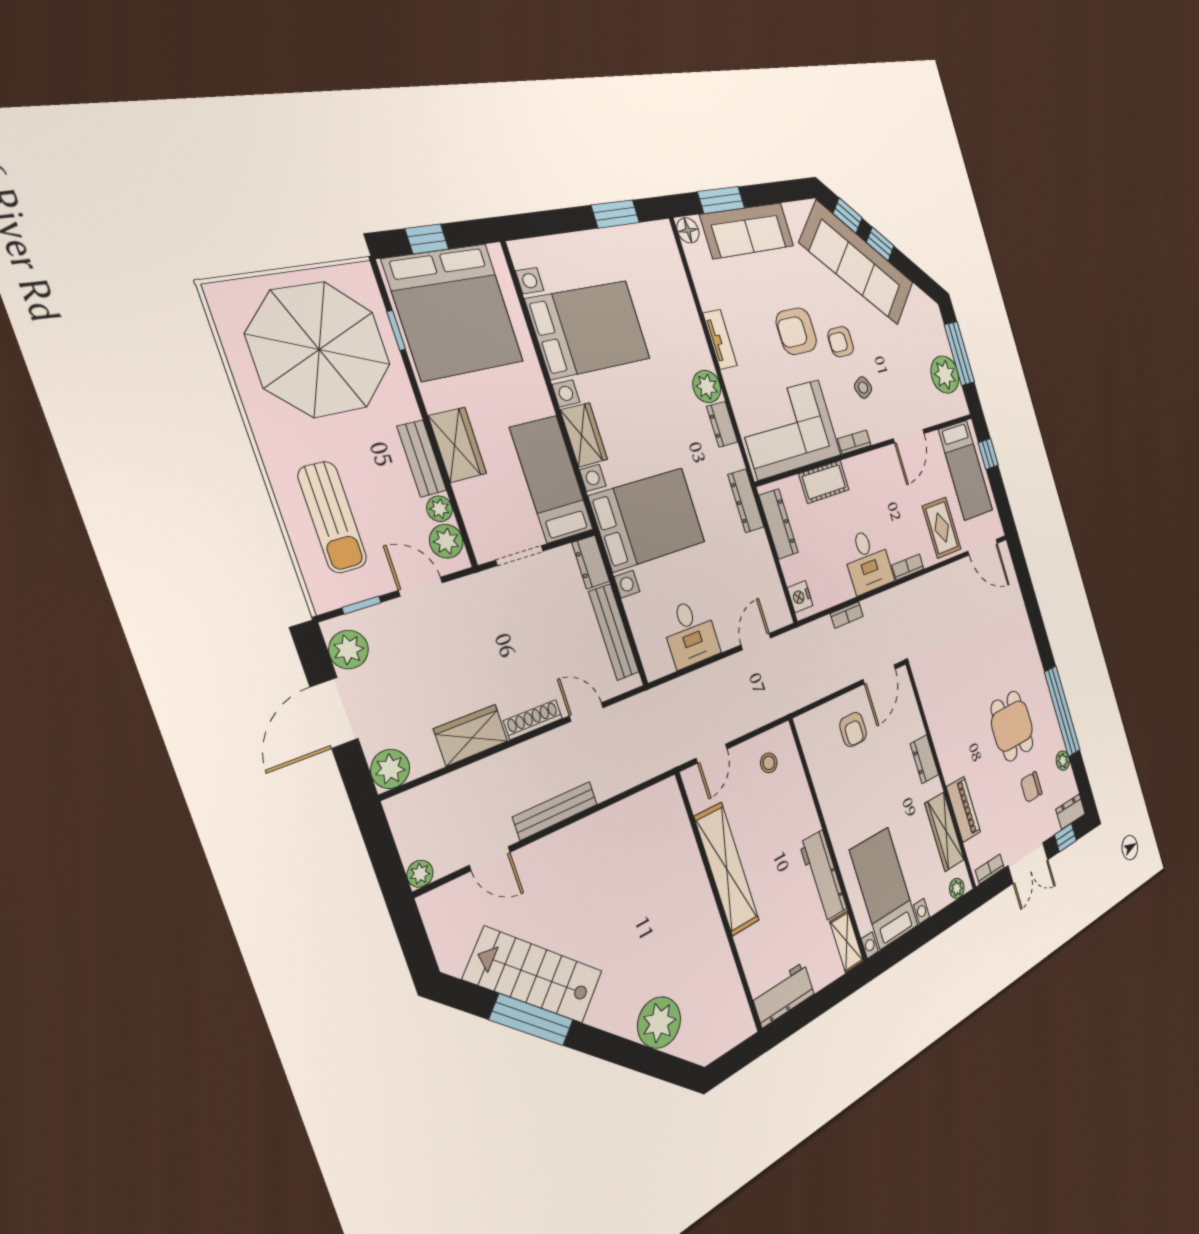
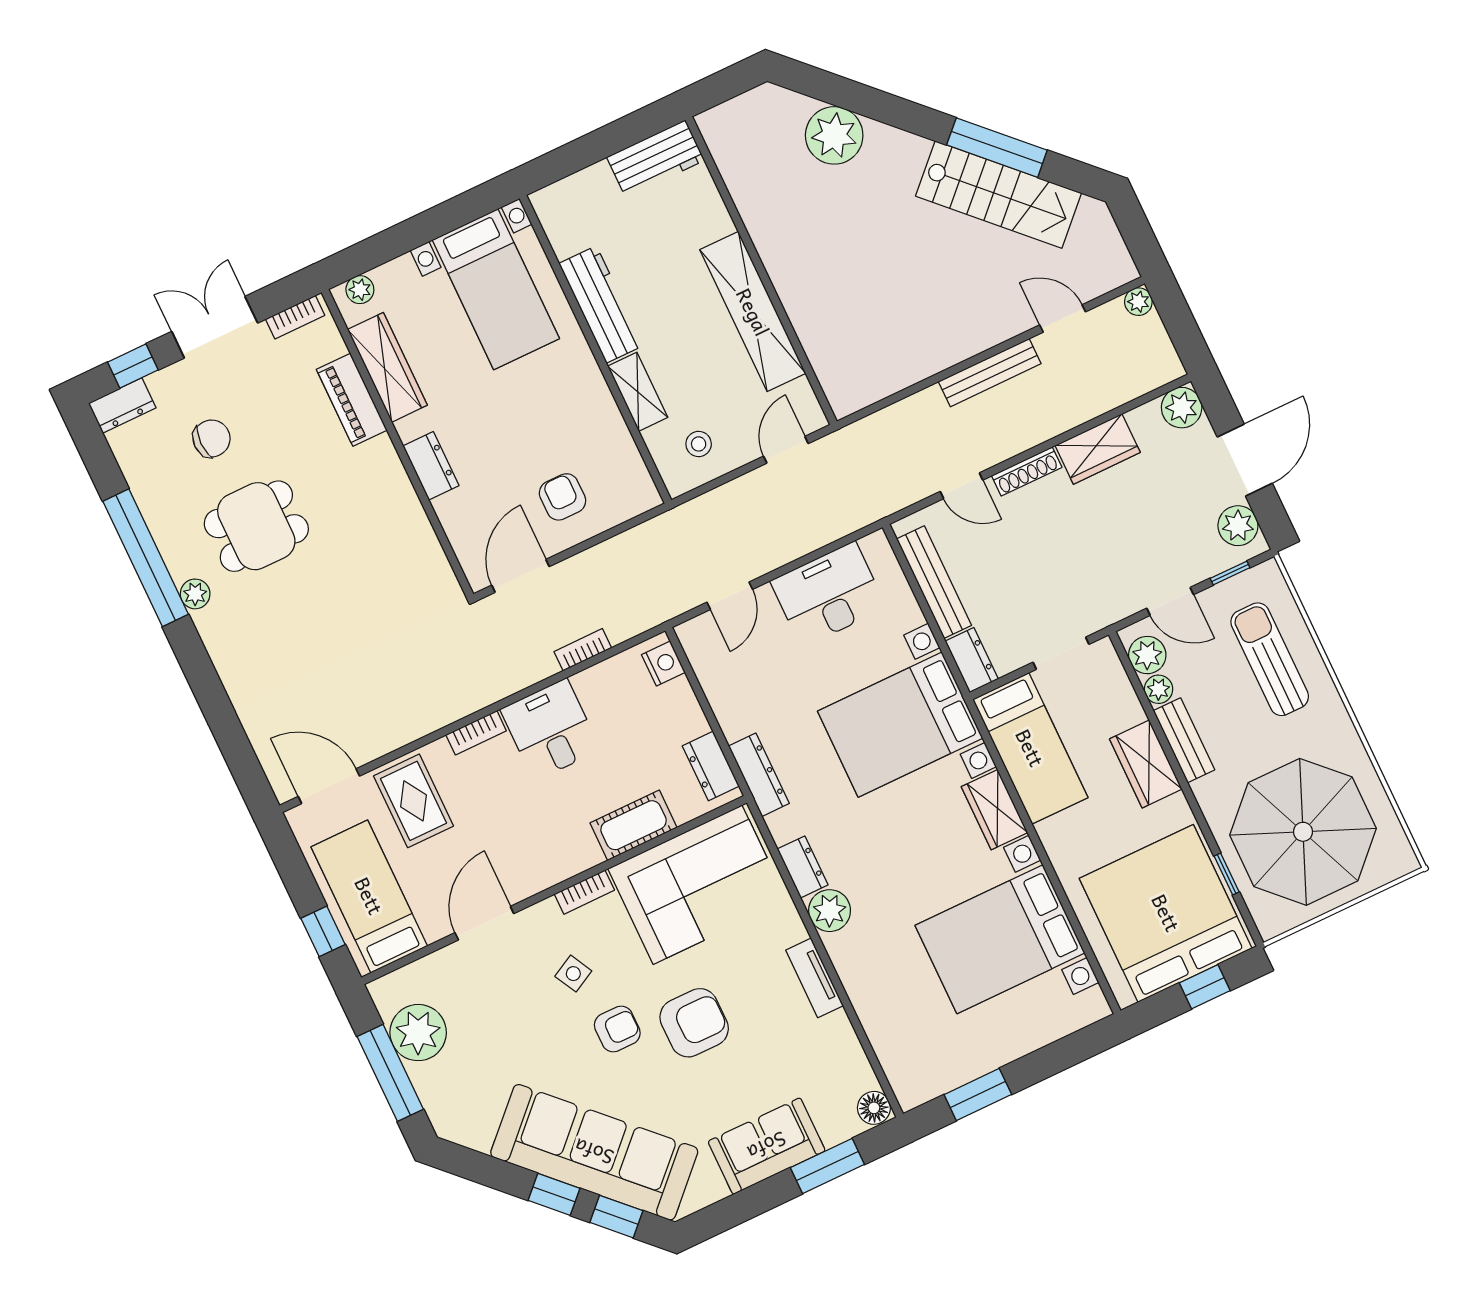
sofa: (747, 230) -> (767, 1146), width x0.73
dresser: (779, 524) -> (711, 766), width x0.70
desk: (690, 633) -> (828, 594), width x1.37
dining table: (1012, 726) -> (256, 526), turned 90
plant: (1063, 761) -> (195, 594), moved
shelving: (847, 942) -> (638, 392), moved

